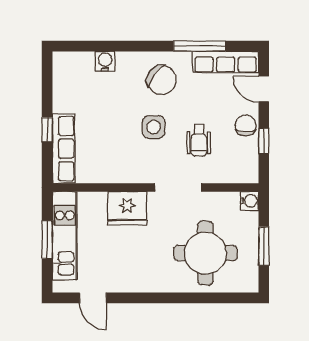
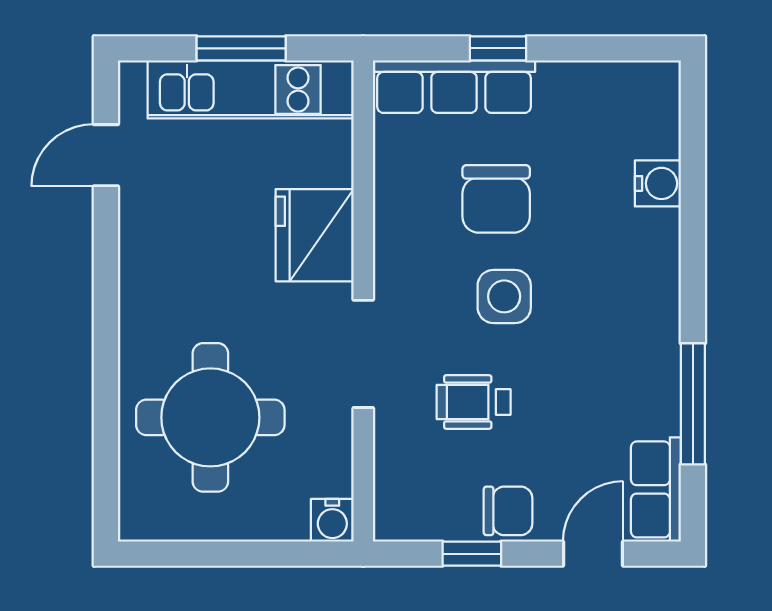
row of seats: (226, 62) -> (656, 489), width x0.68
chair: (162, 80) -> (496, 199), moved, turned -37
window: (264, 246) -> (227, 554), removed

